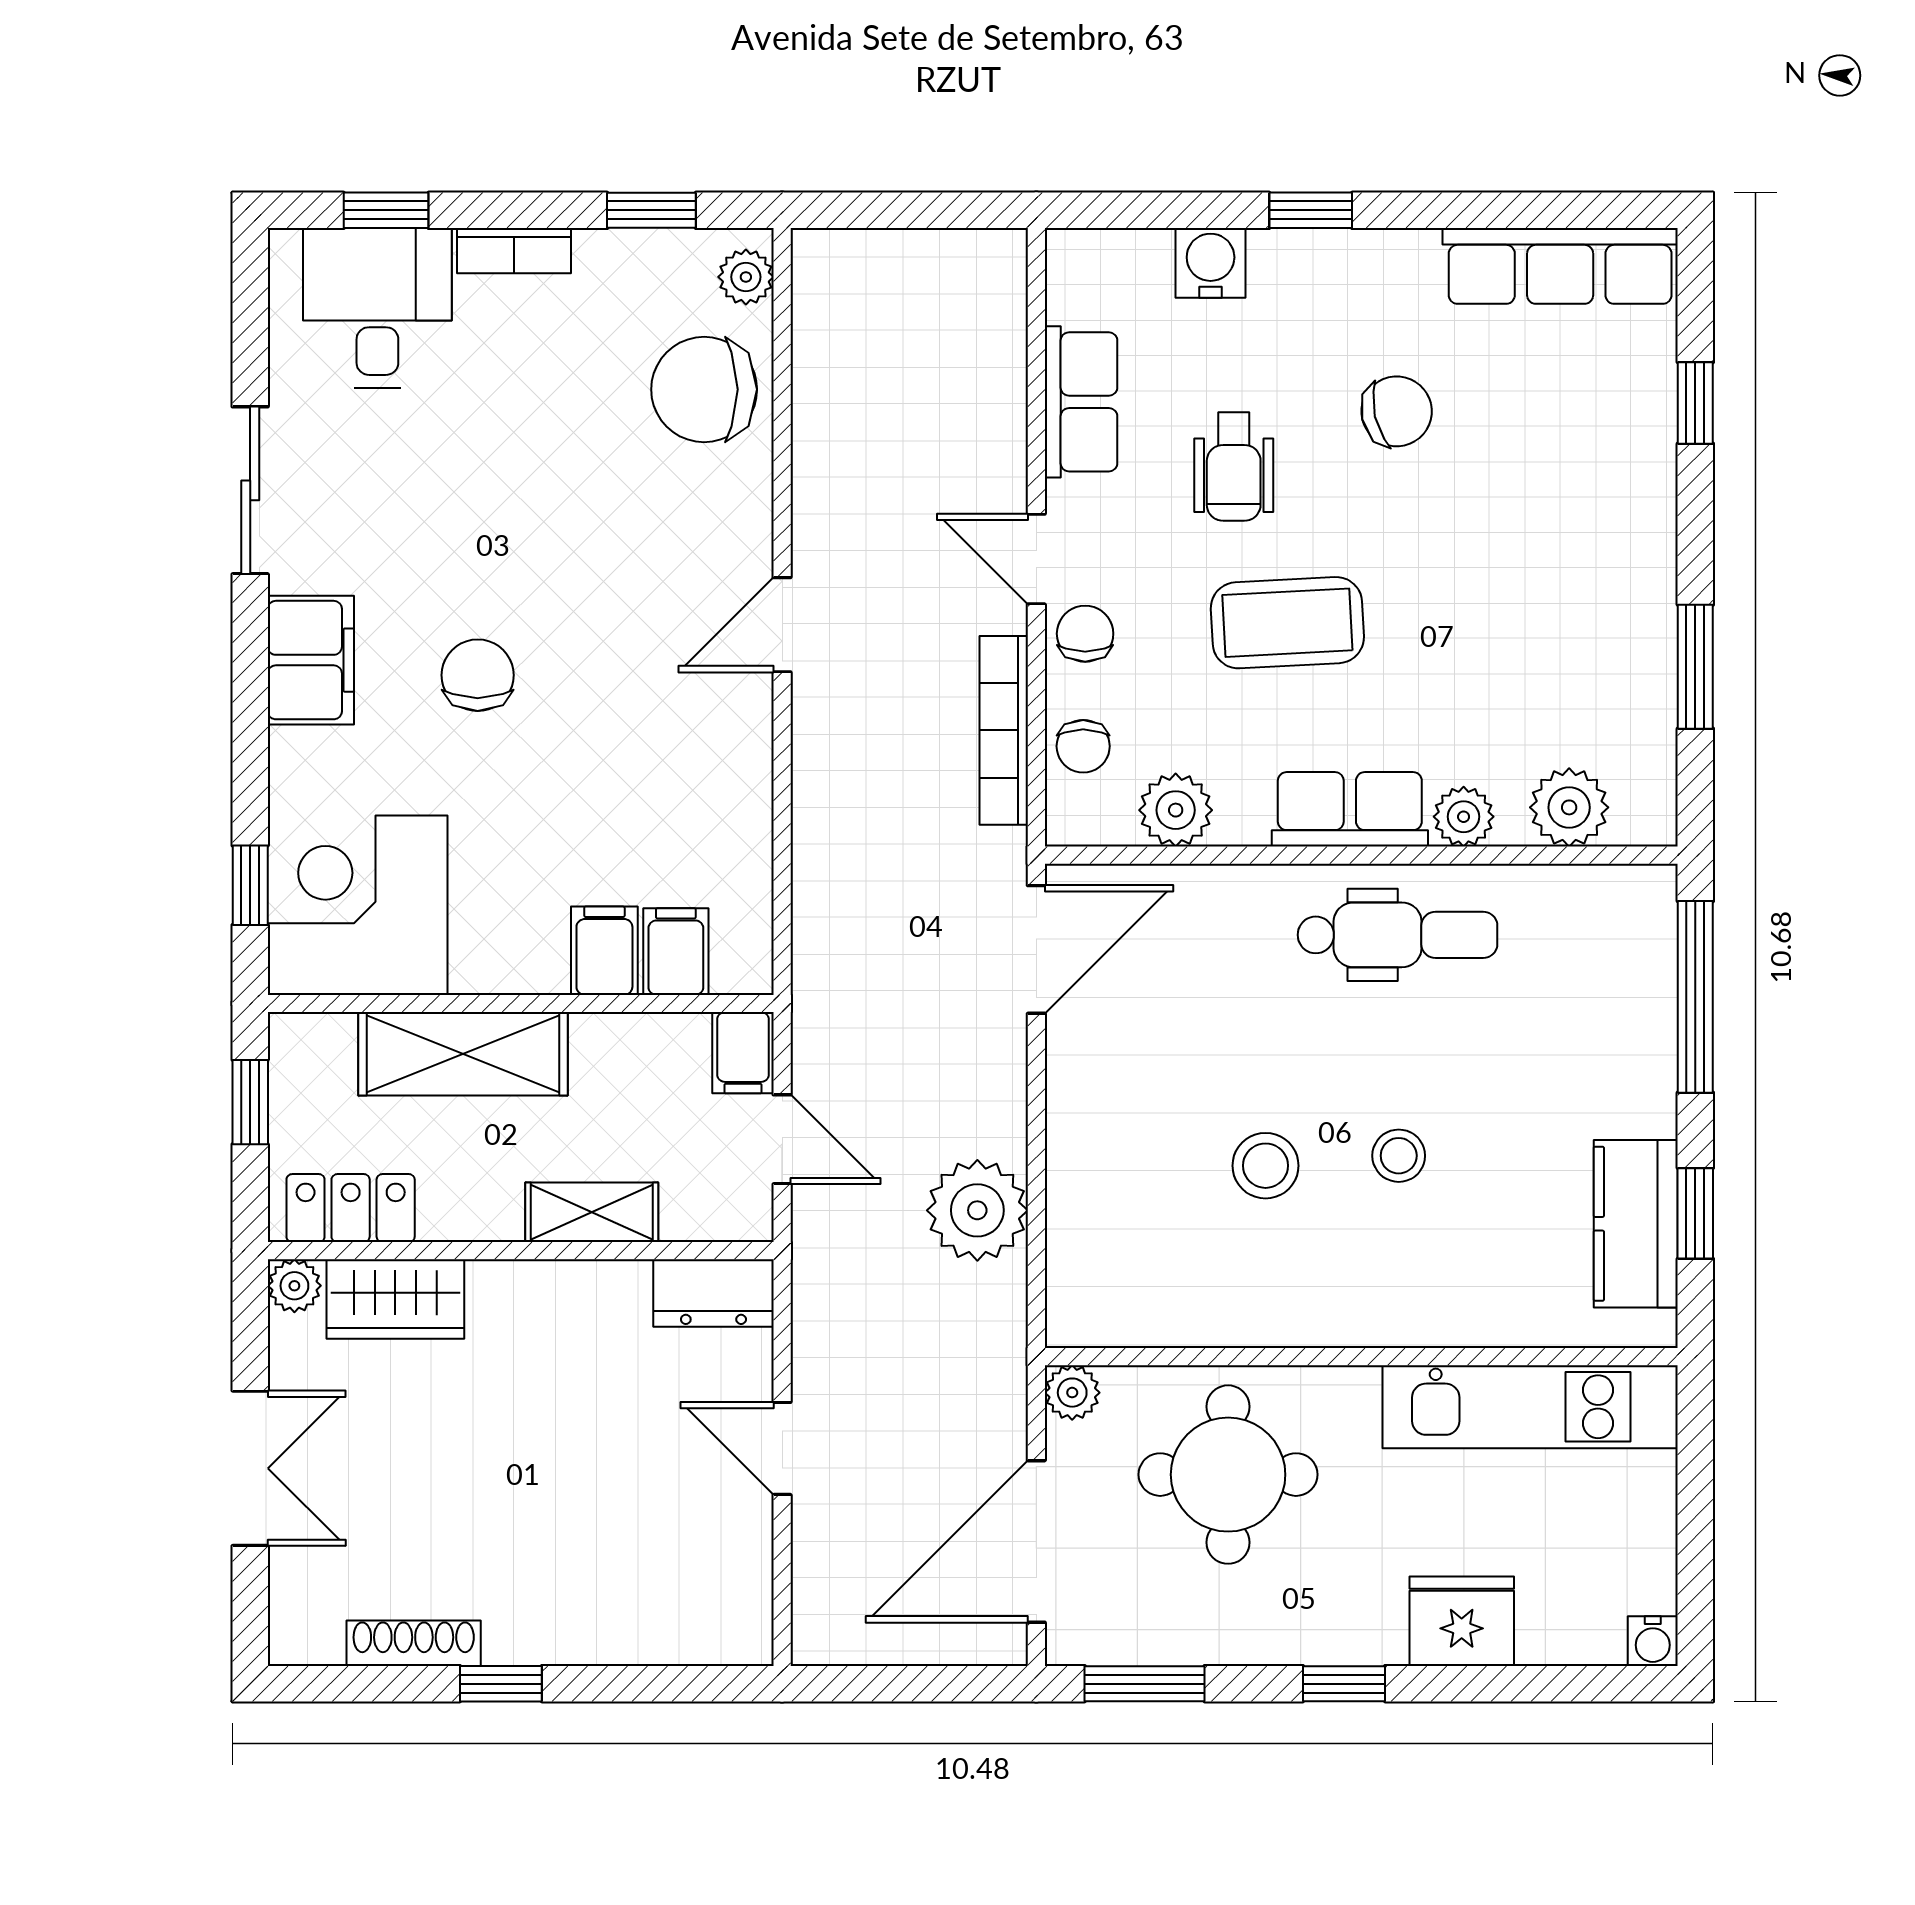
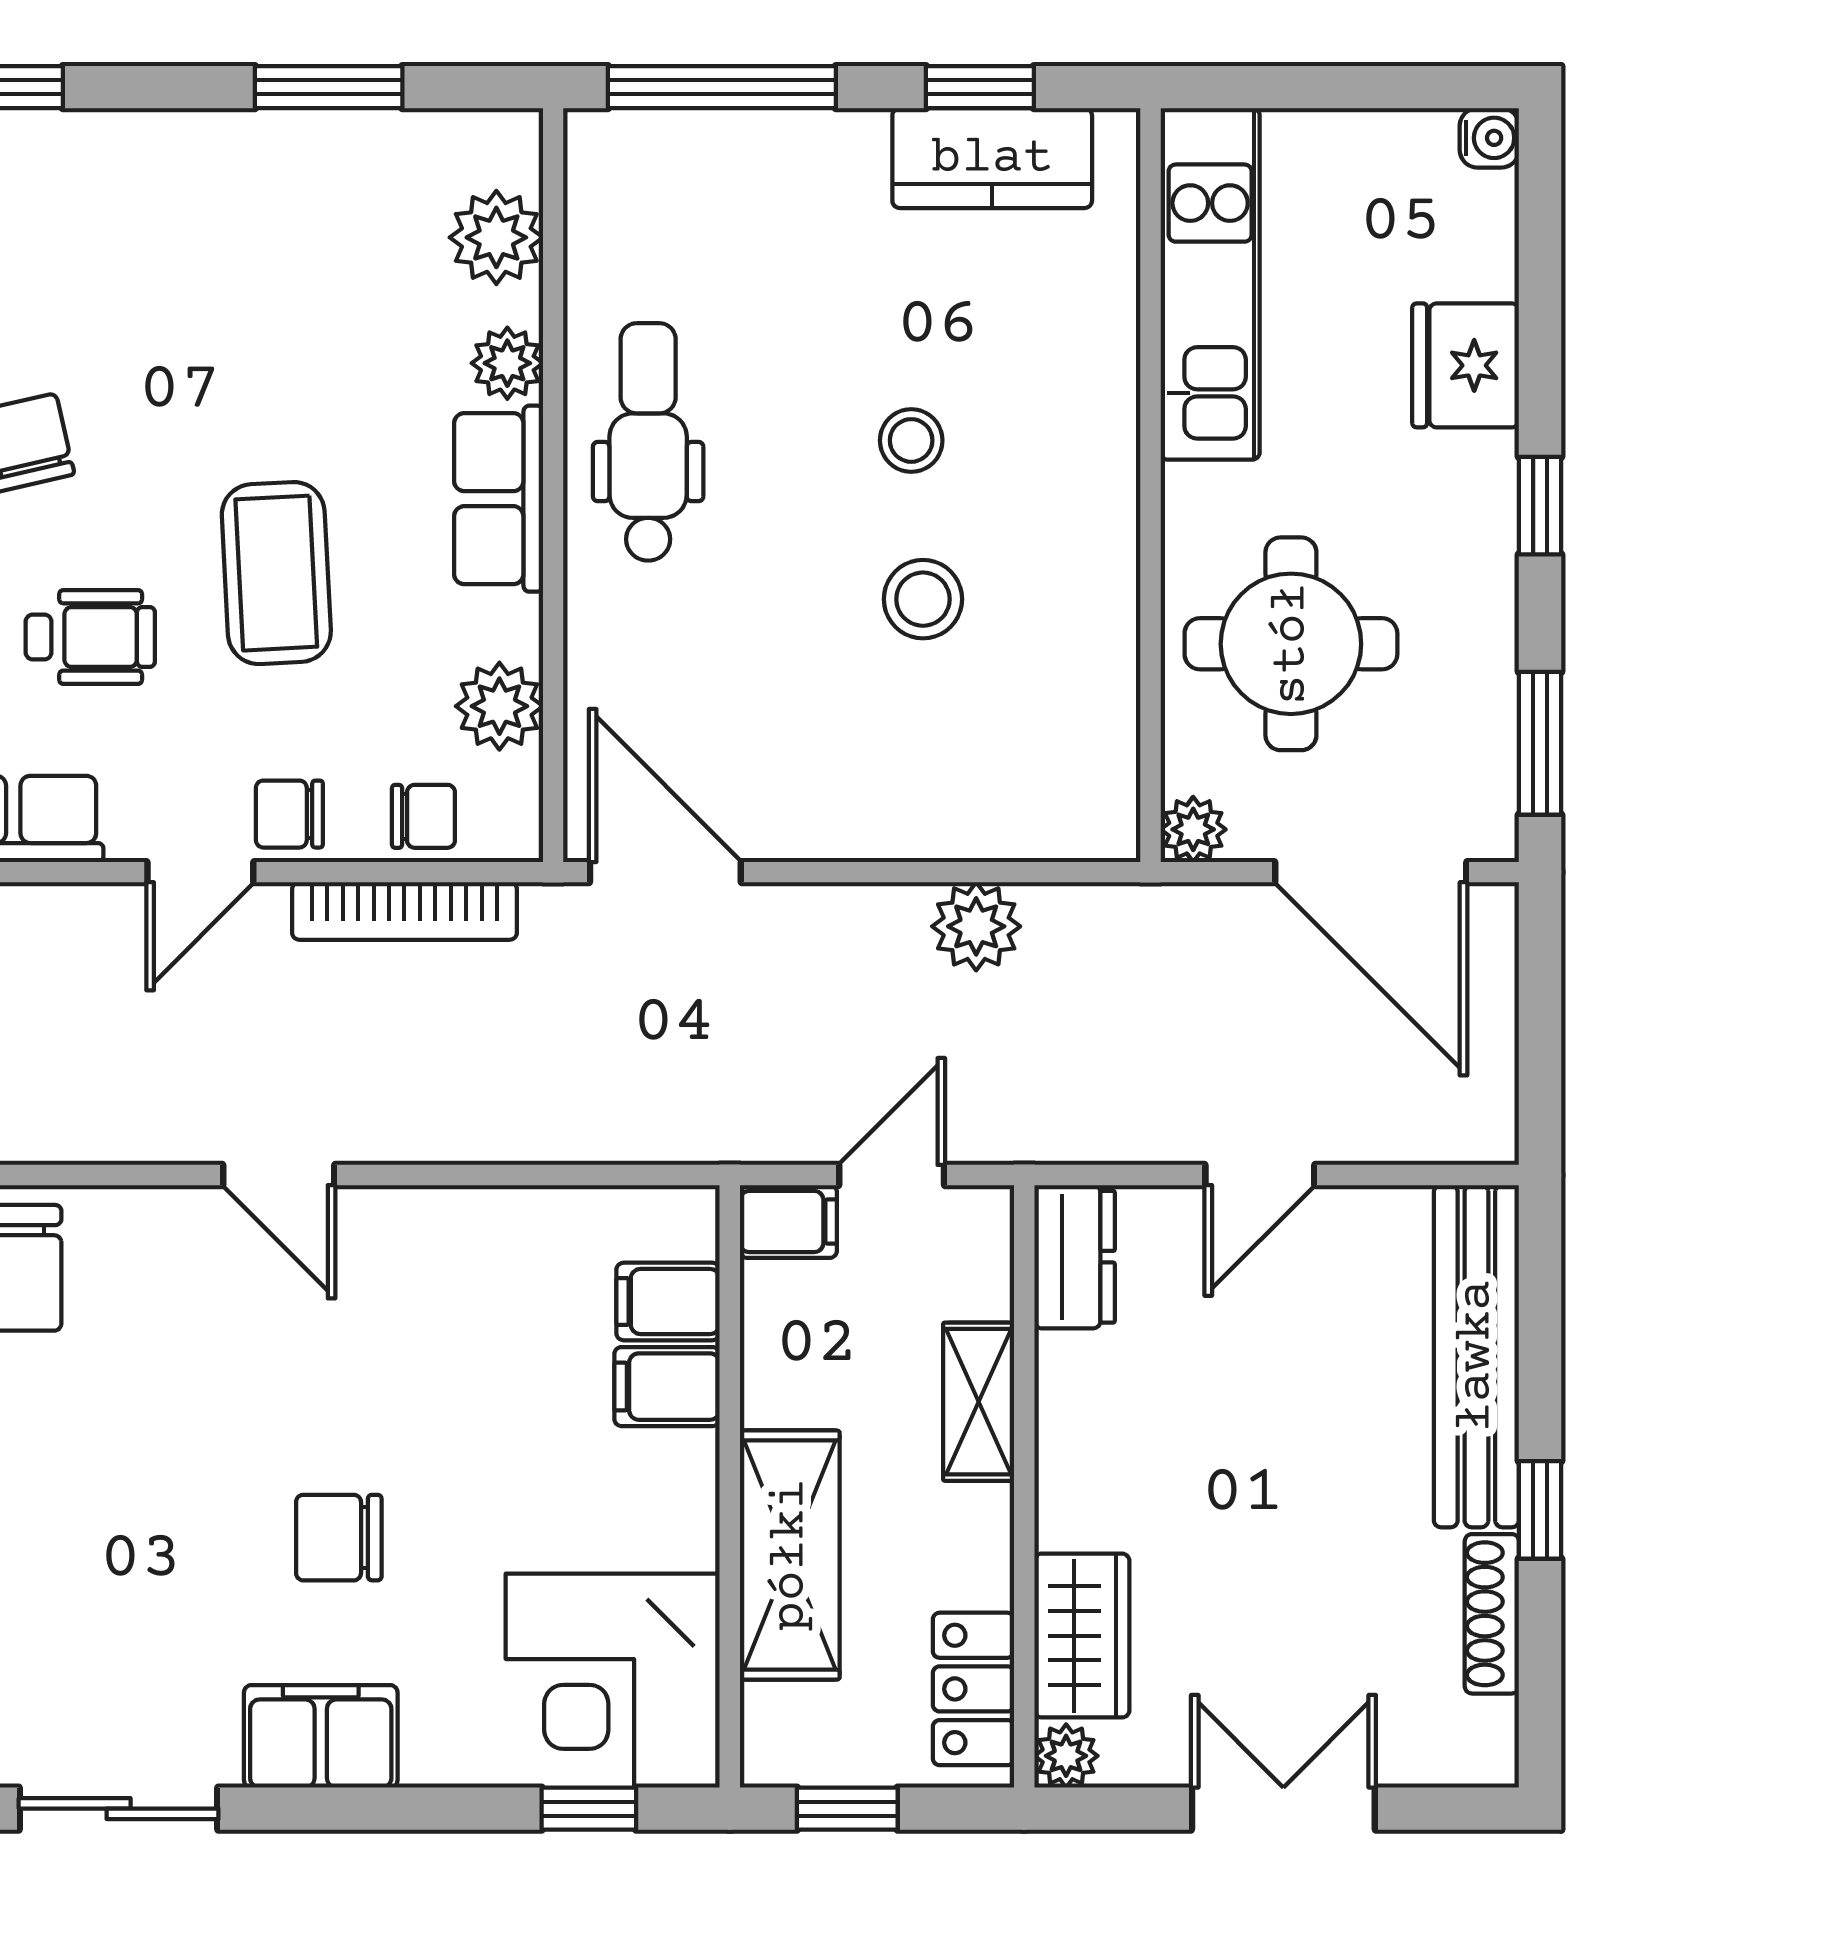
plant: (977, 1210) -> (976, 926), width x0.73, depth x0.73
bench: (630, 1630) -> (1476, 1356), added

